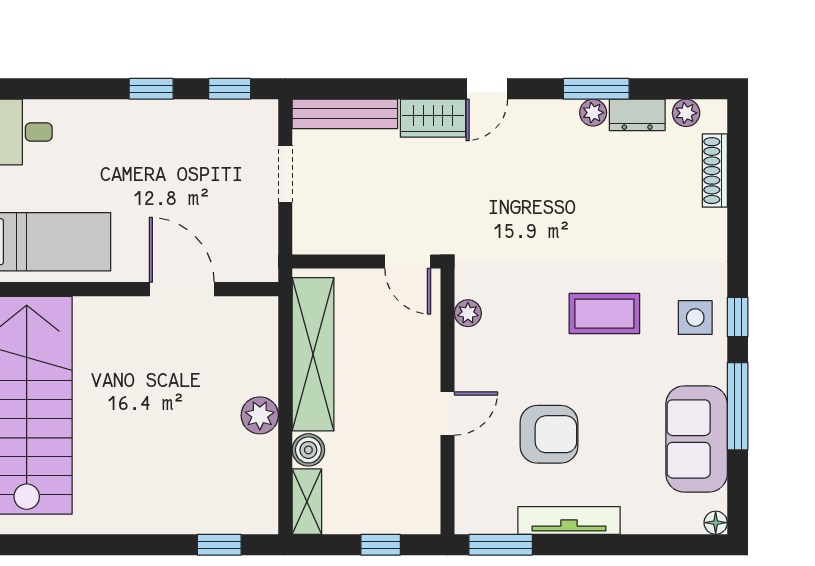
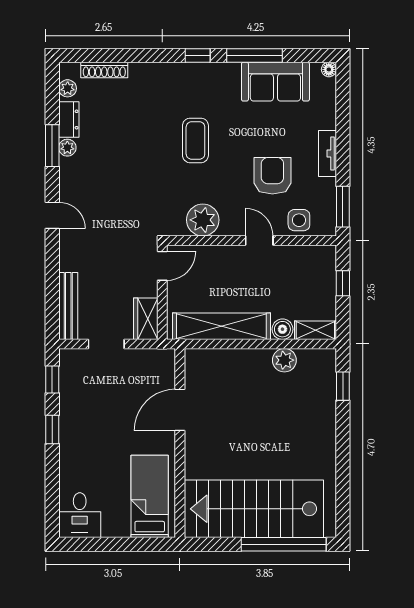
wardrobe: (433, 118) -> (146, 319), moved, turned 180
plant: (468, 313) -> (203, 220), width x1.88, depth x1.88
side table: (695, 318) -> (299, 220), moved
plant: (260, 415) -> (284, 360), moved
tv unit: (569, 520) -> (327, 154), width x0.71

